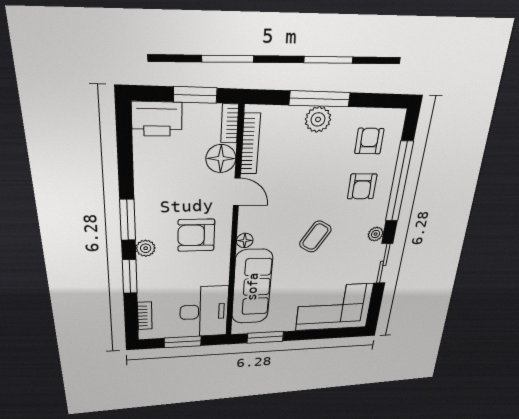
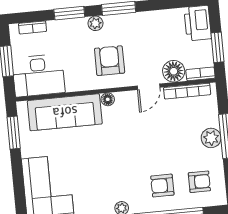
coffee table: (315, 237) -> (115, 157), removed

